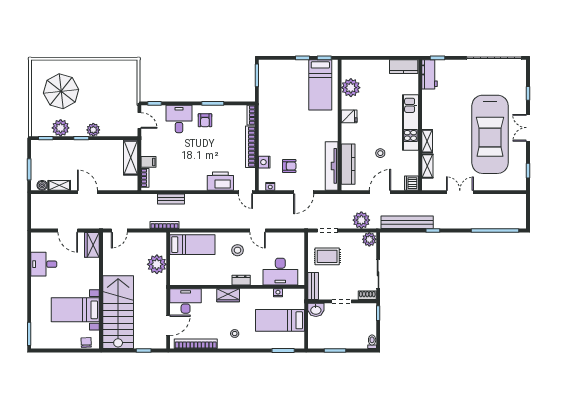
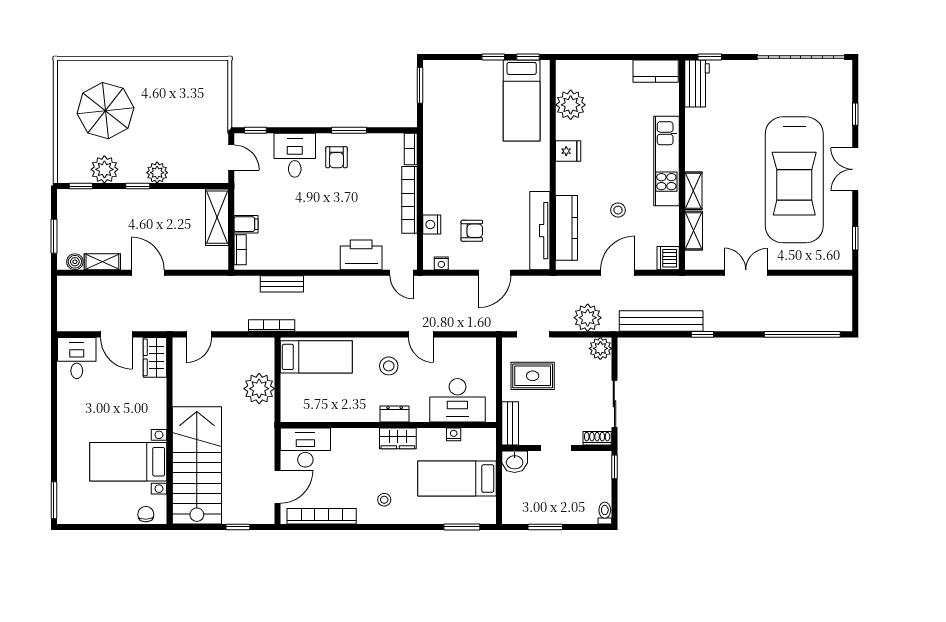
desk: (44, 264) -> (77, 358), moved, turned 90
wardrobe: (228, 295) -> (398, 438), moved

